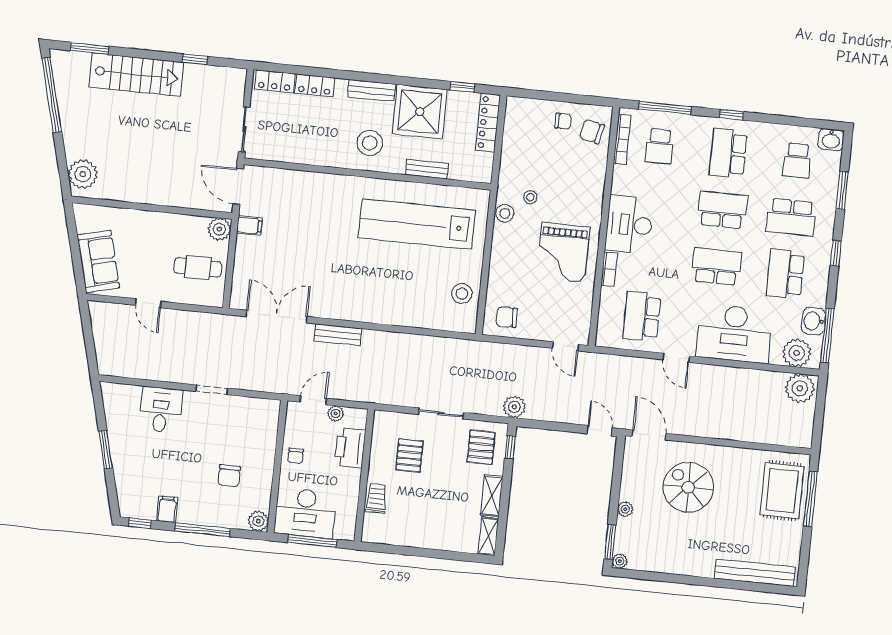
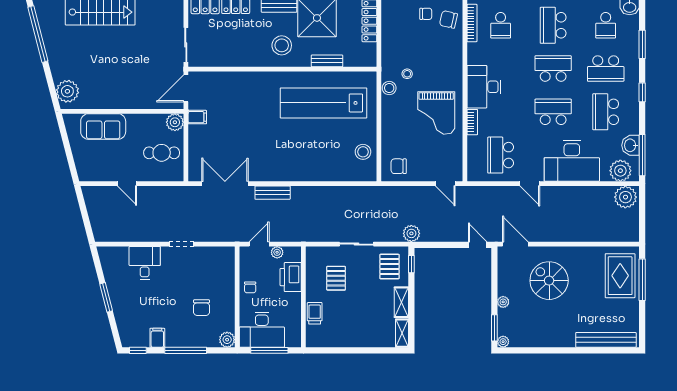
door: (238, 186) -> (186, 88), hinge flipped
sofa: (98, 261) -> (103, 126), moved, turned 105

